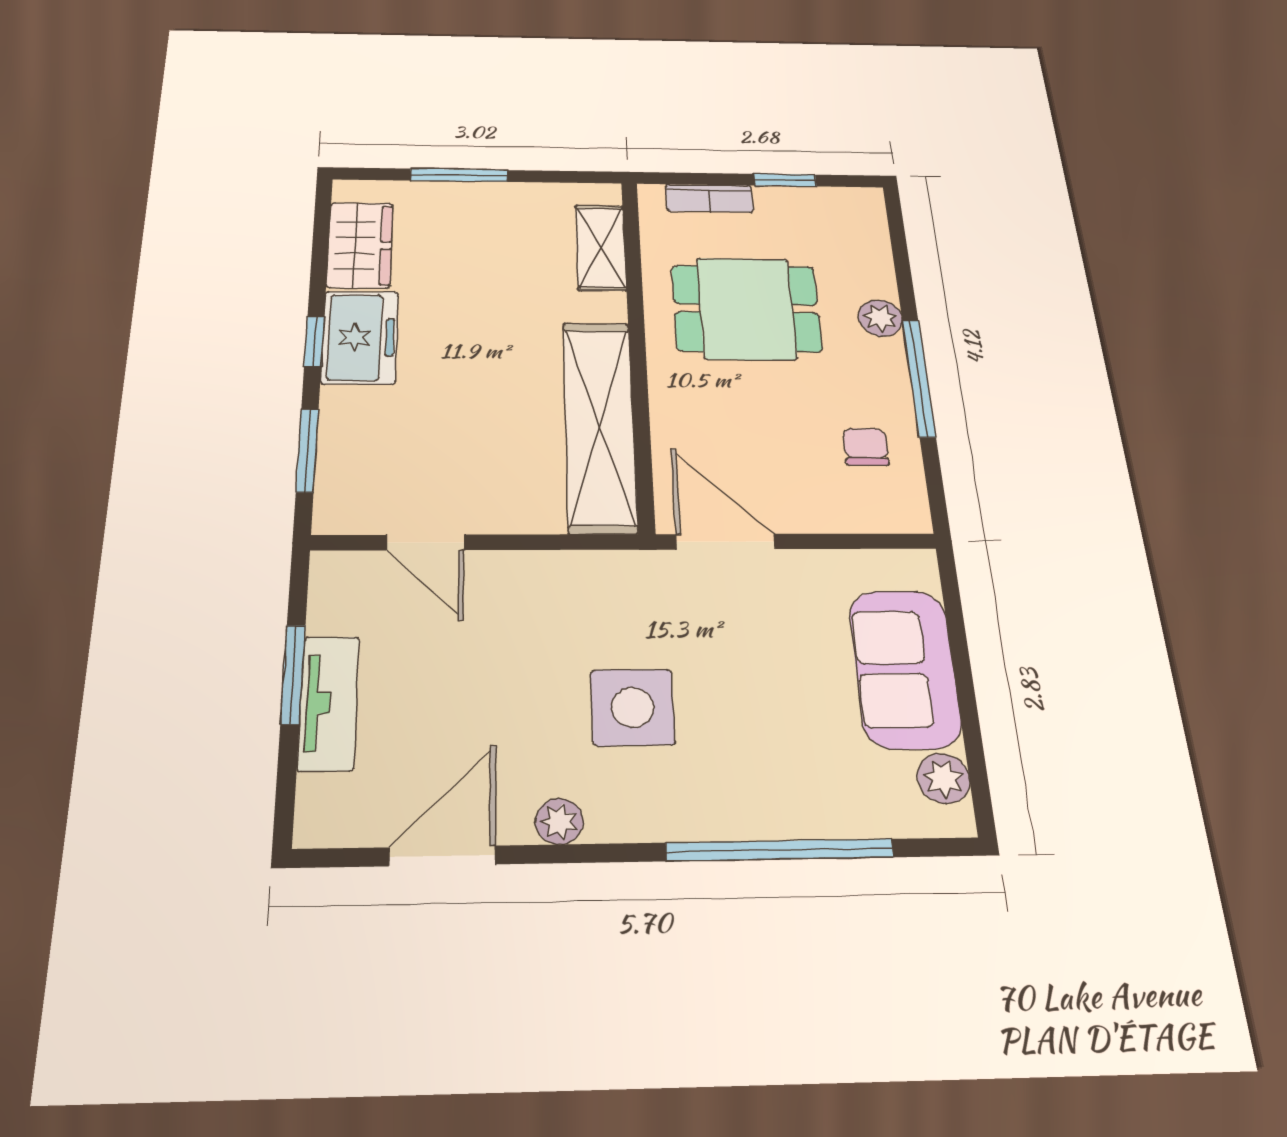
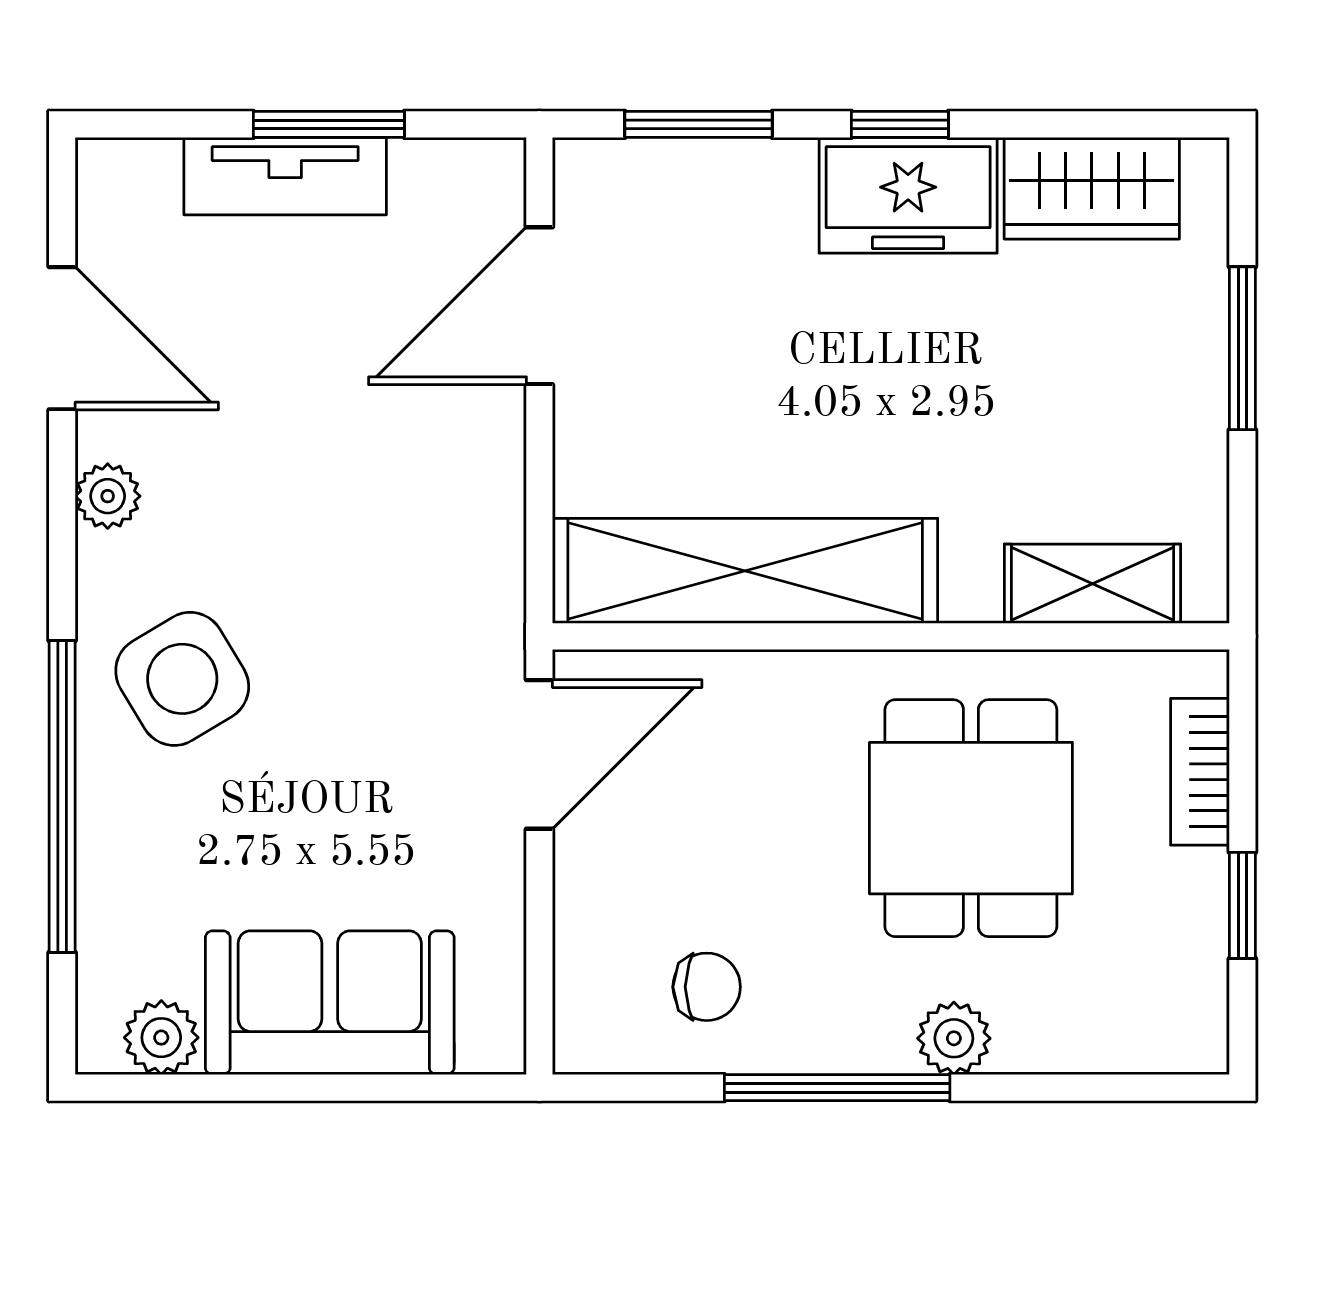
door: (425, 542) -> (539, 306), width x1.38
side table: (633, 707) -> (182, 679), moved, turned -31

